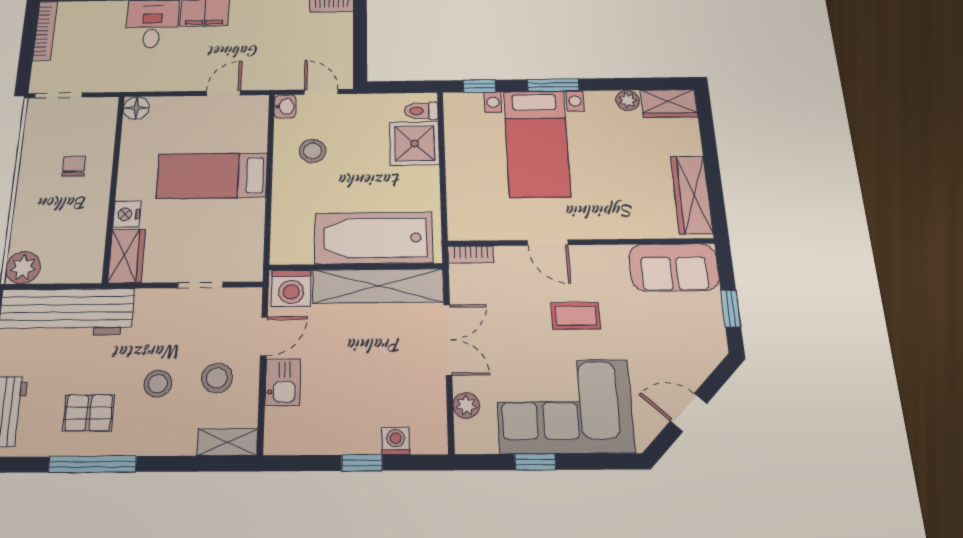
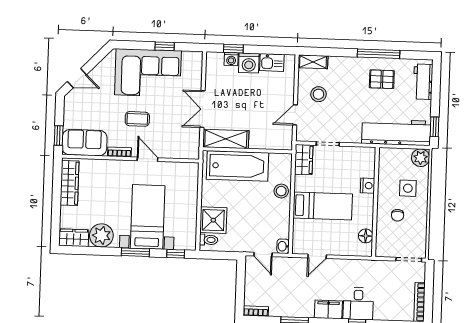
plant: (628, 100) -> (101, 235), width x1.88, depth x1.88
floor lamp: (136, 108) -> (366, 236), moved
stool: (313, 151) -> (281, 191), moved
side table: (51, 213) -> (408, 188), added
bookcase: (471, 255) -> (119, 152), moved
wardrobe: (127, 256) -> (304, 160), moved, turned 180
shelving: (378, 286) -> (226, 139), width x0.68
washing machine: (291, 288) -> (249, 63), moved, turned 180
window: (731, 308) -> (59, 136), moved
kitchen sink: (283, 382) -> (272, 62), moved, turned -90
stool: (158, 384) -> (348, 93), removed
plant: (466, 406) -> (196, 75), removed
door: (688, 412) -> (77, 78), moved
window: (362, 463) -> (233, 49), moved

